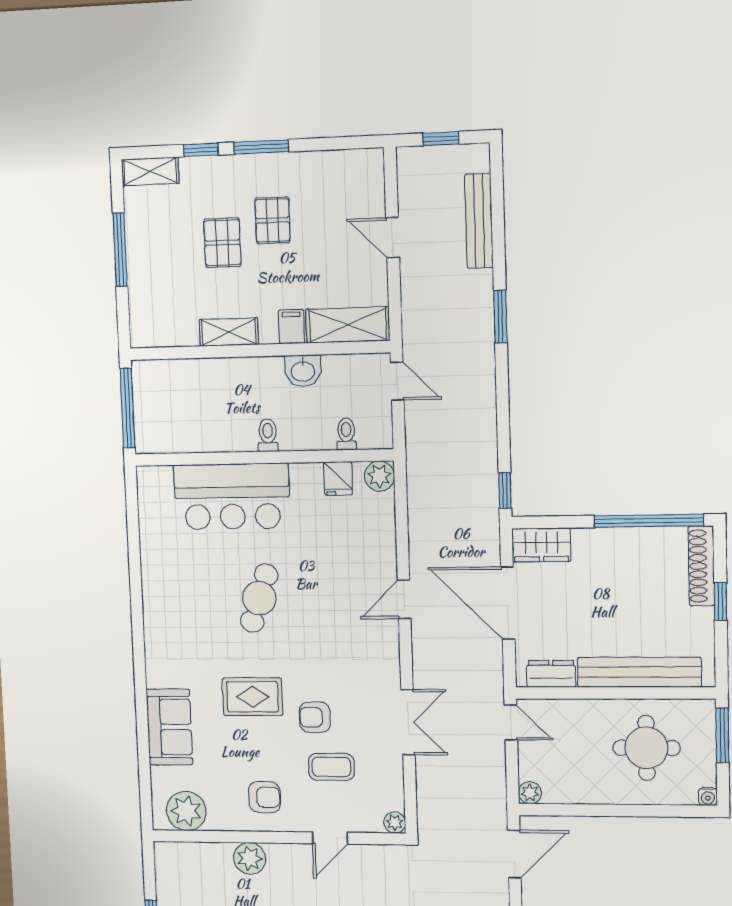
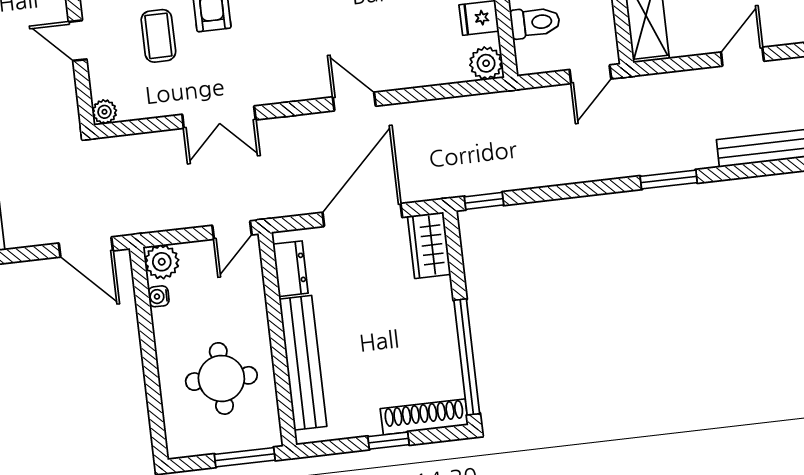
toilet: (346, 434) -> (535, 22), width x1.37, depth x1.39
plant: (530, 793) -> (162, 262), width x1.38, depth x1.38
water cooler: (708, 797) -> (159, 296), moved

